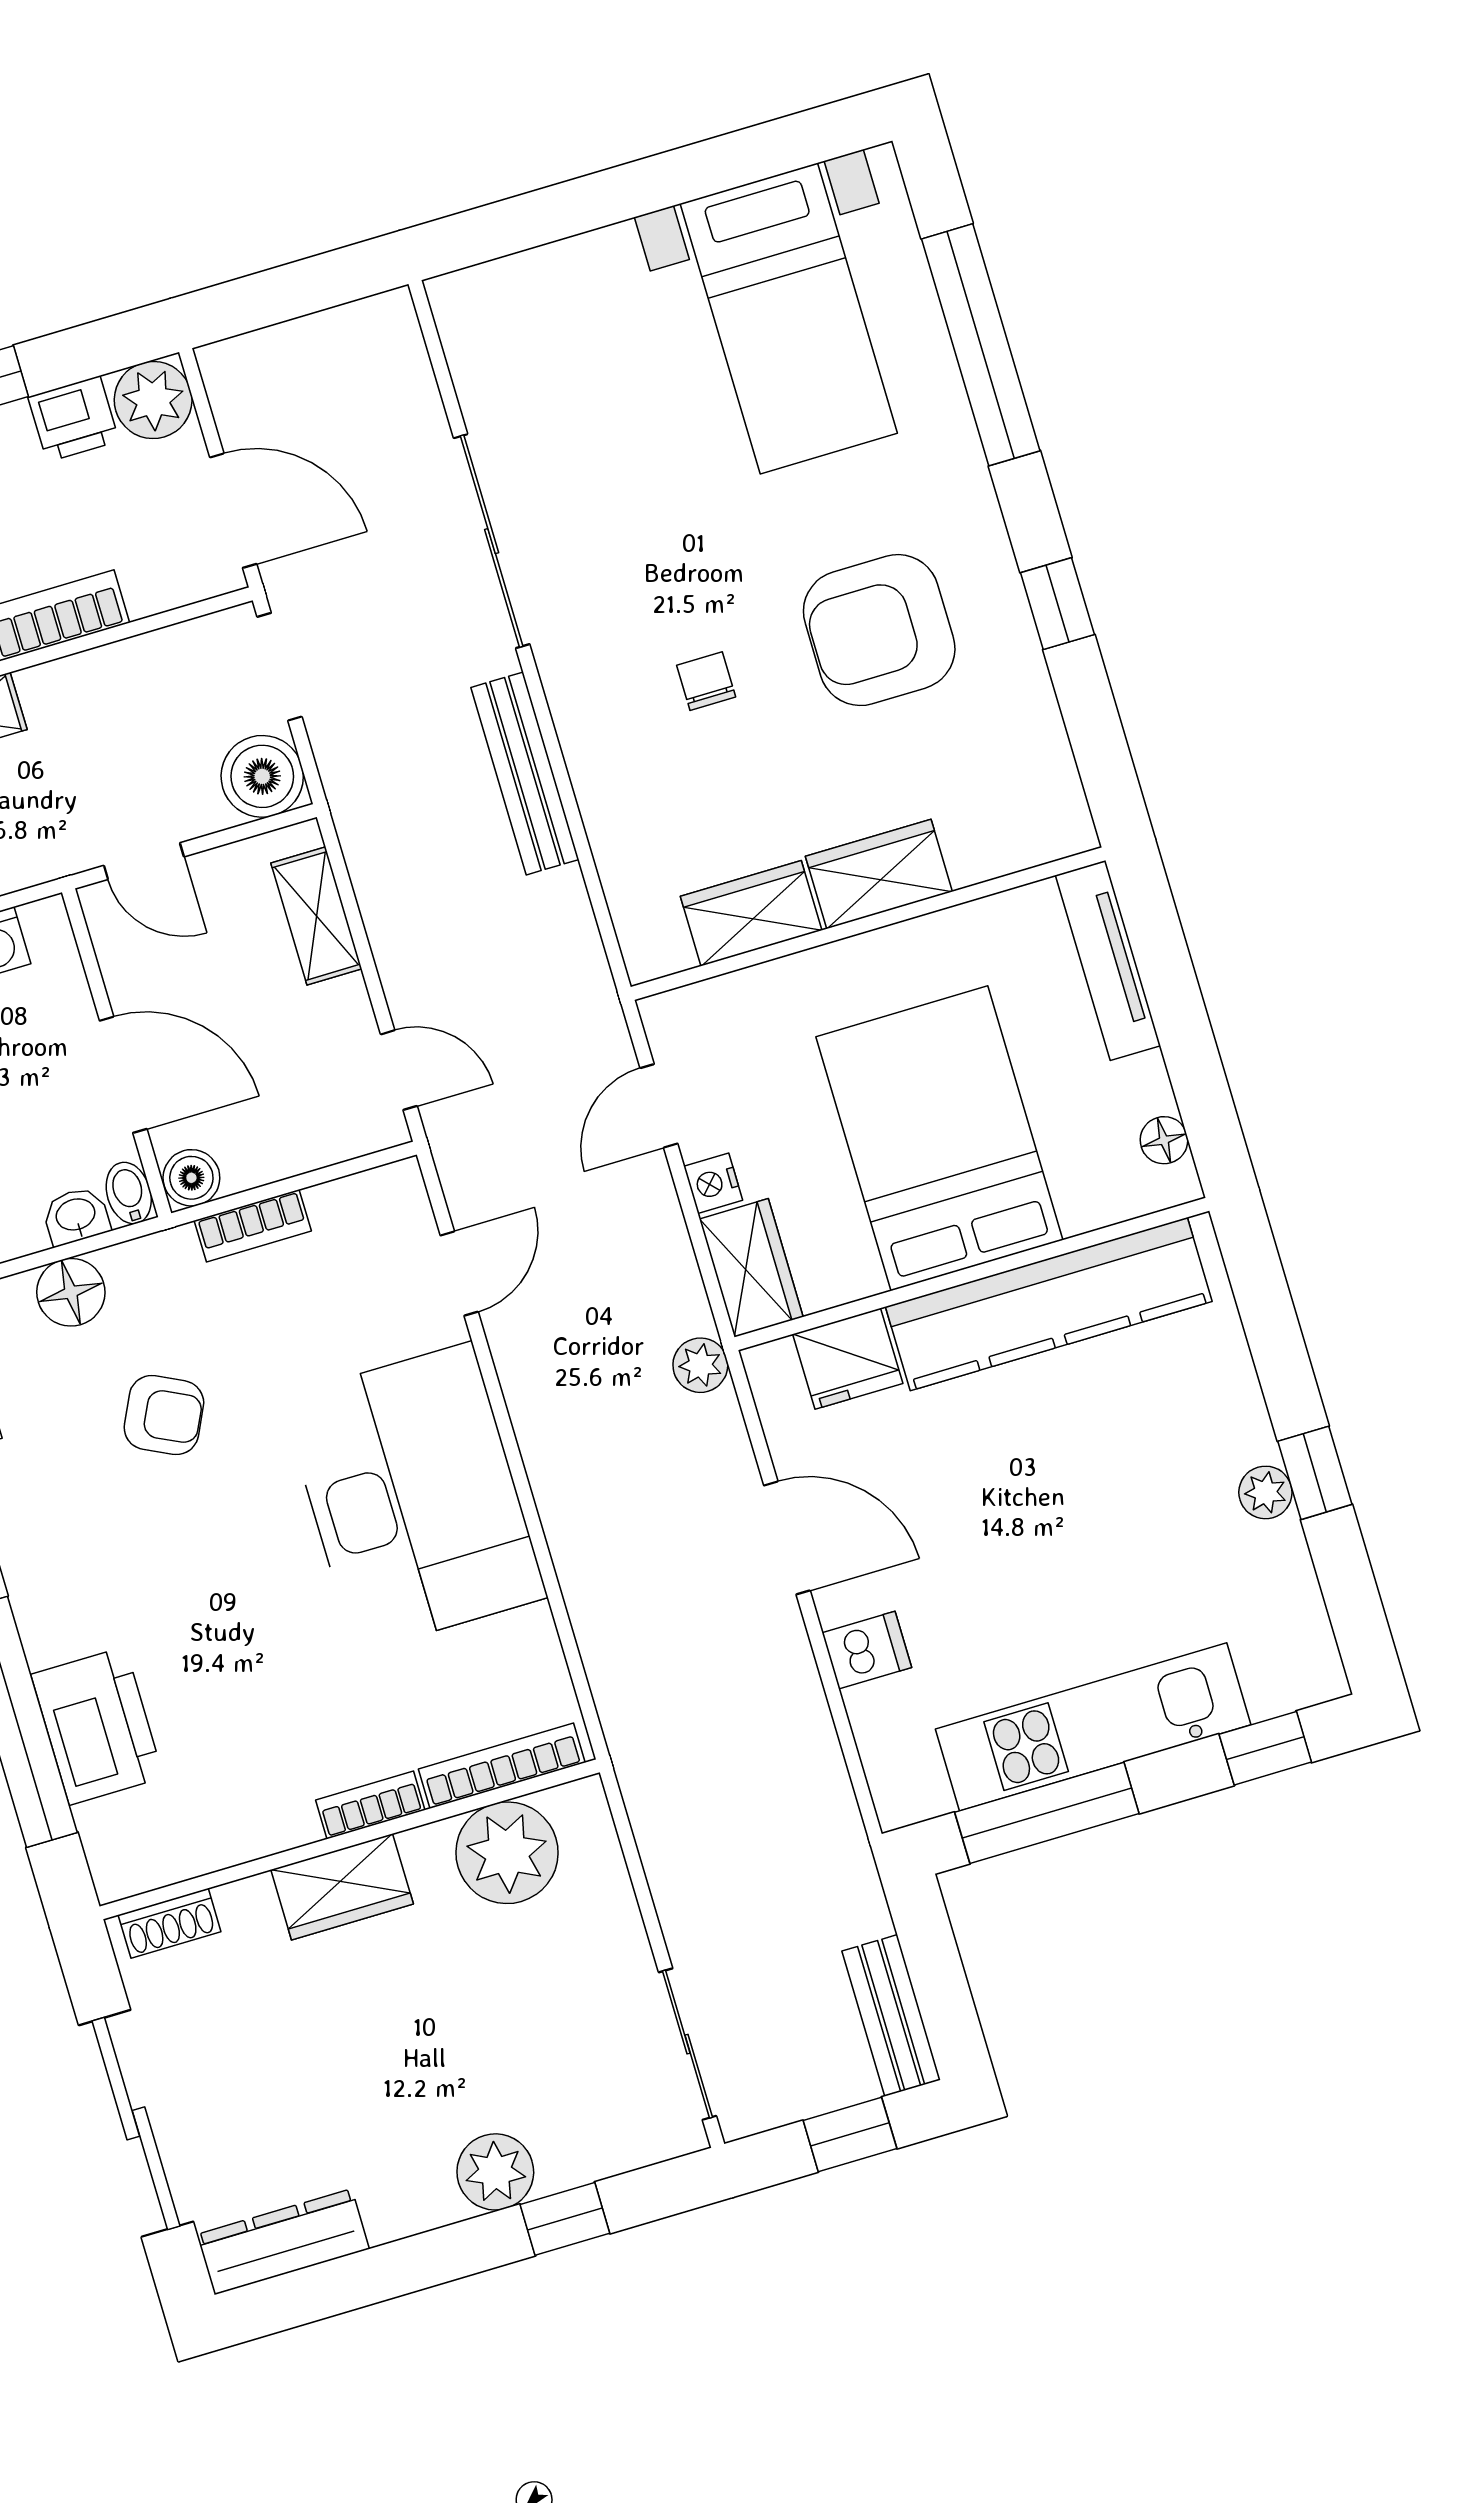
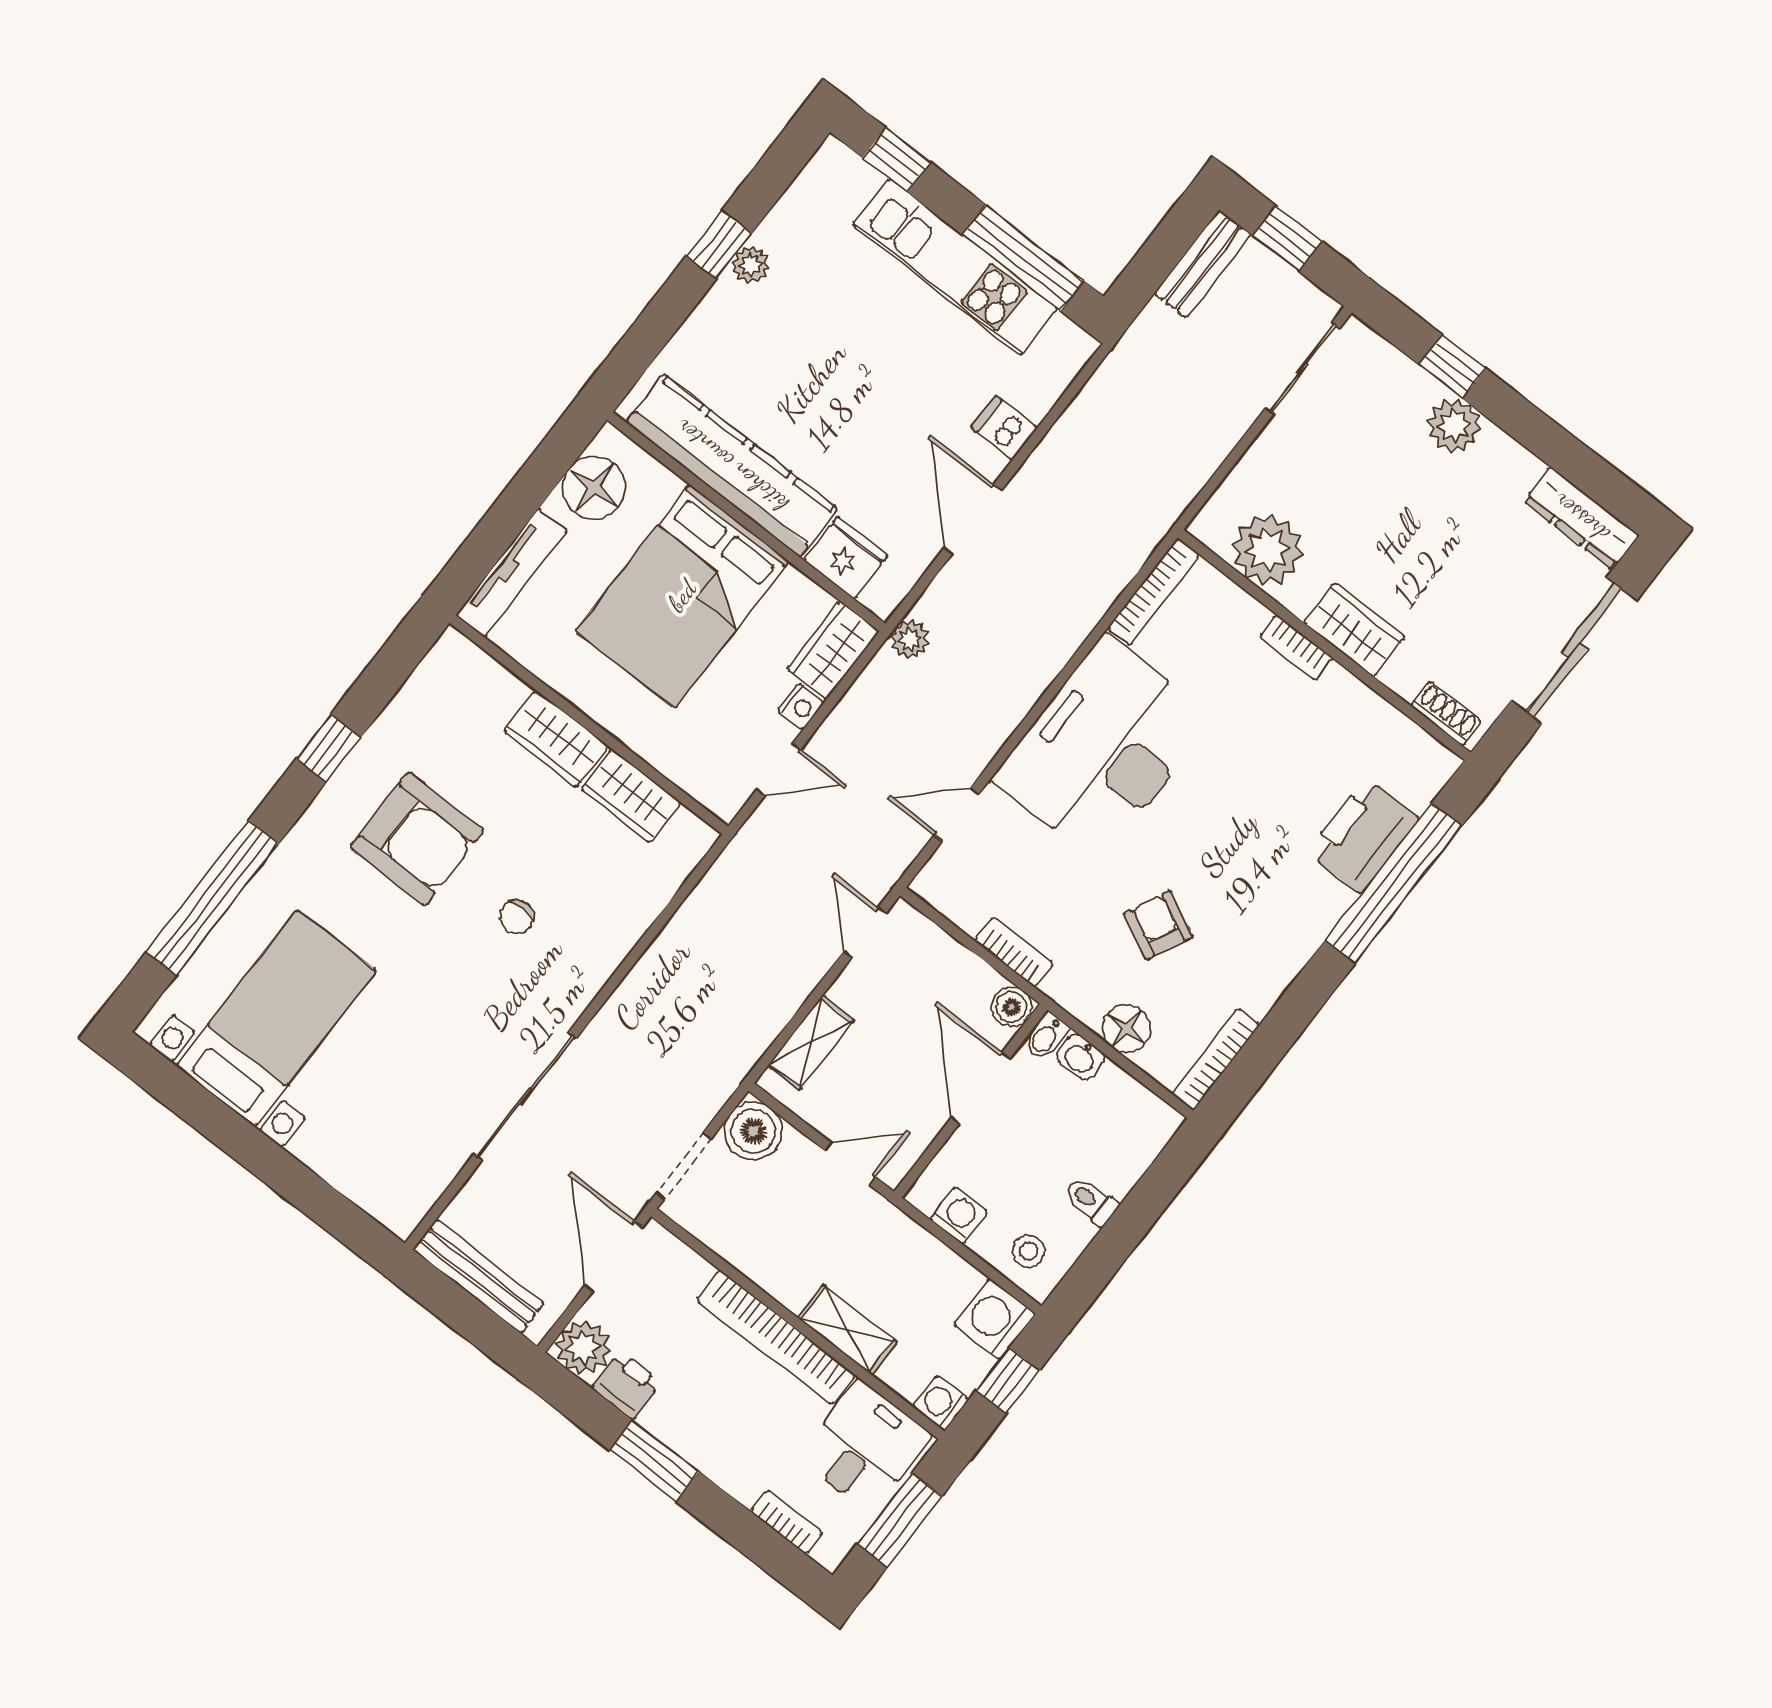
bench: (525, 773) -> (478, 1276), moved, turned 90
door: (144, 861) -> (850, 1164), hinge flipped
floor lamp: (1164, 1140) -> (594, 488), width x1.89, depth x1.89
bookcase: (502, 1766) -> (1153, 592), moved, turned -90

